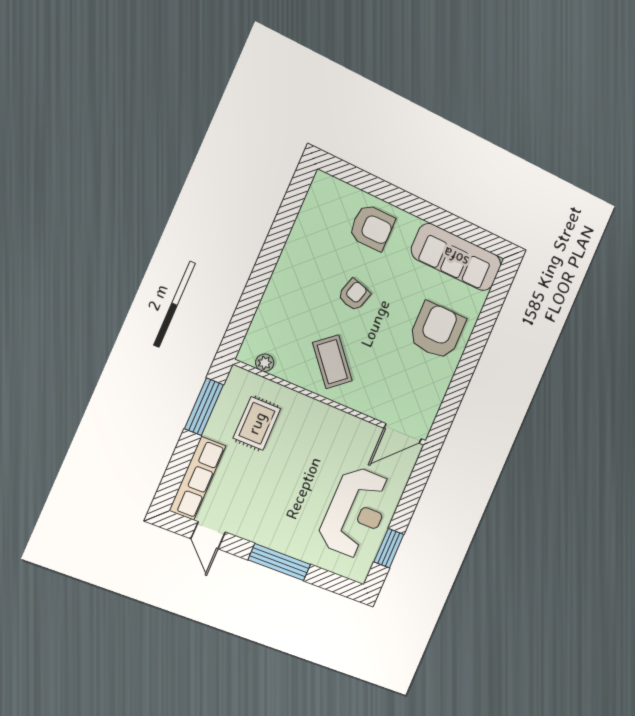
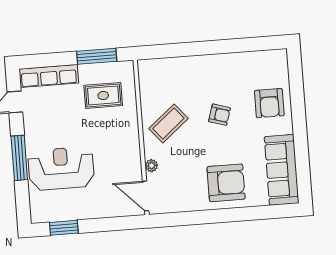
plant: (265, 363) -> (151, 166), moved
reception desk: (356, 512) -> (61, 169), moved, turned 180

